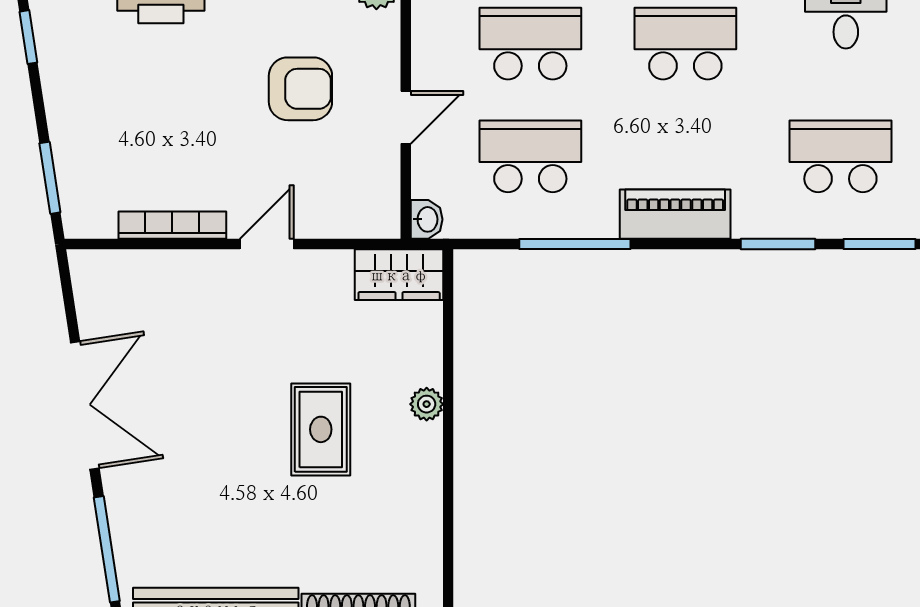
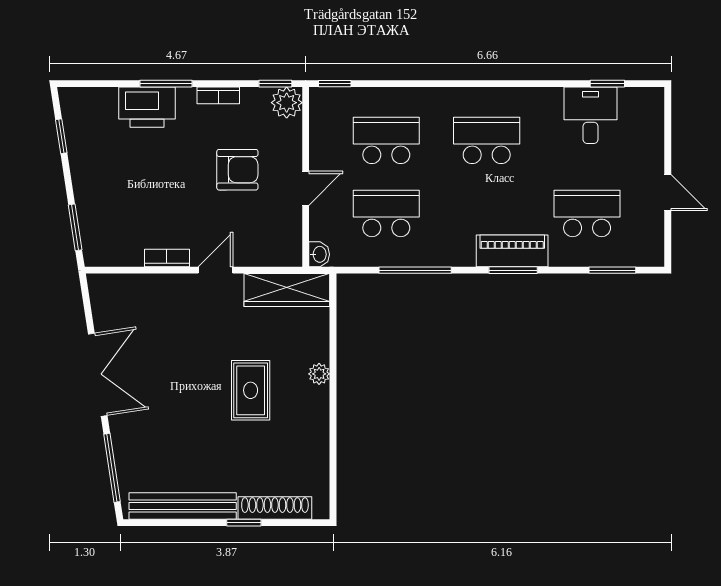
piano: (675, 214) -> (512, 251), moved
bookcase: (172, 225) -> (167, 258), width x0.64
window: (778, 244) -> (513, 270), moved
wardrobe: (399, 275) -> (287, 290), width x1.50

